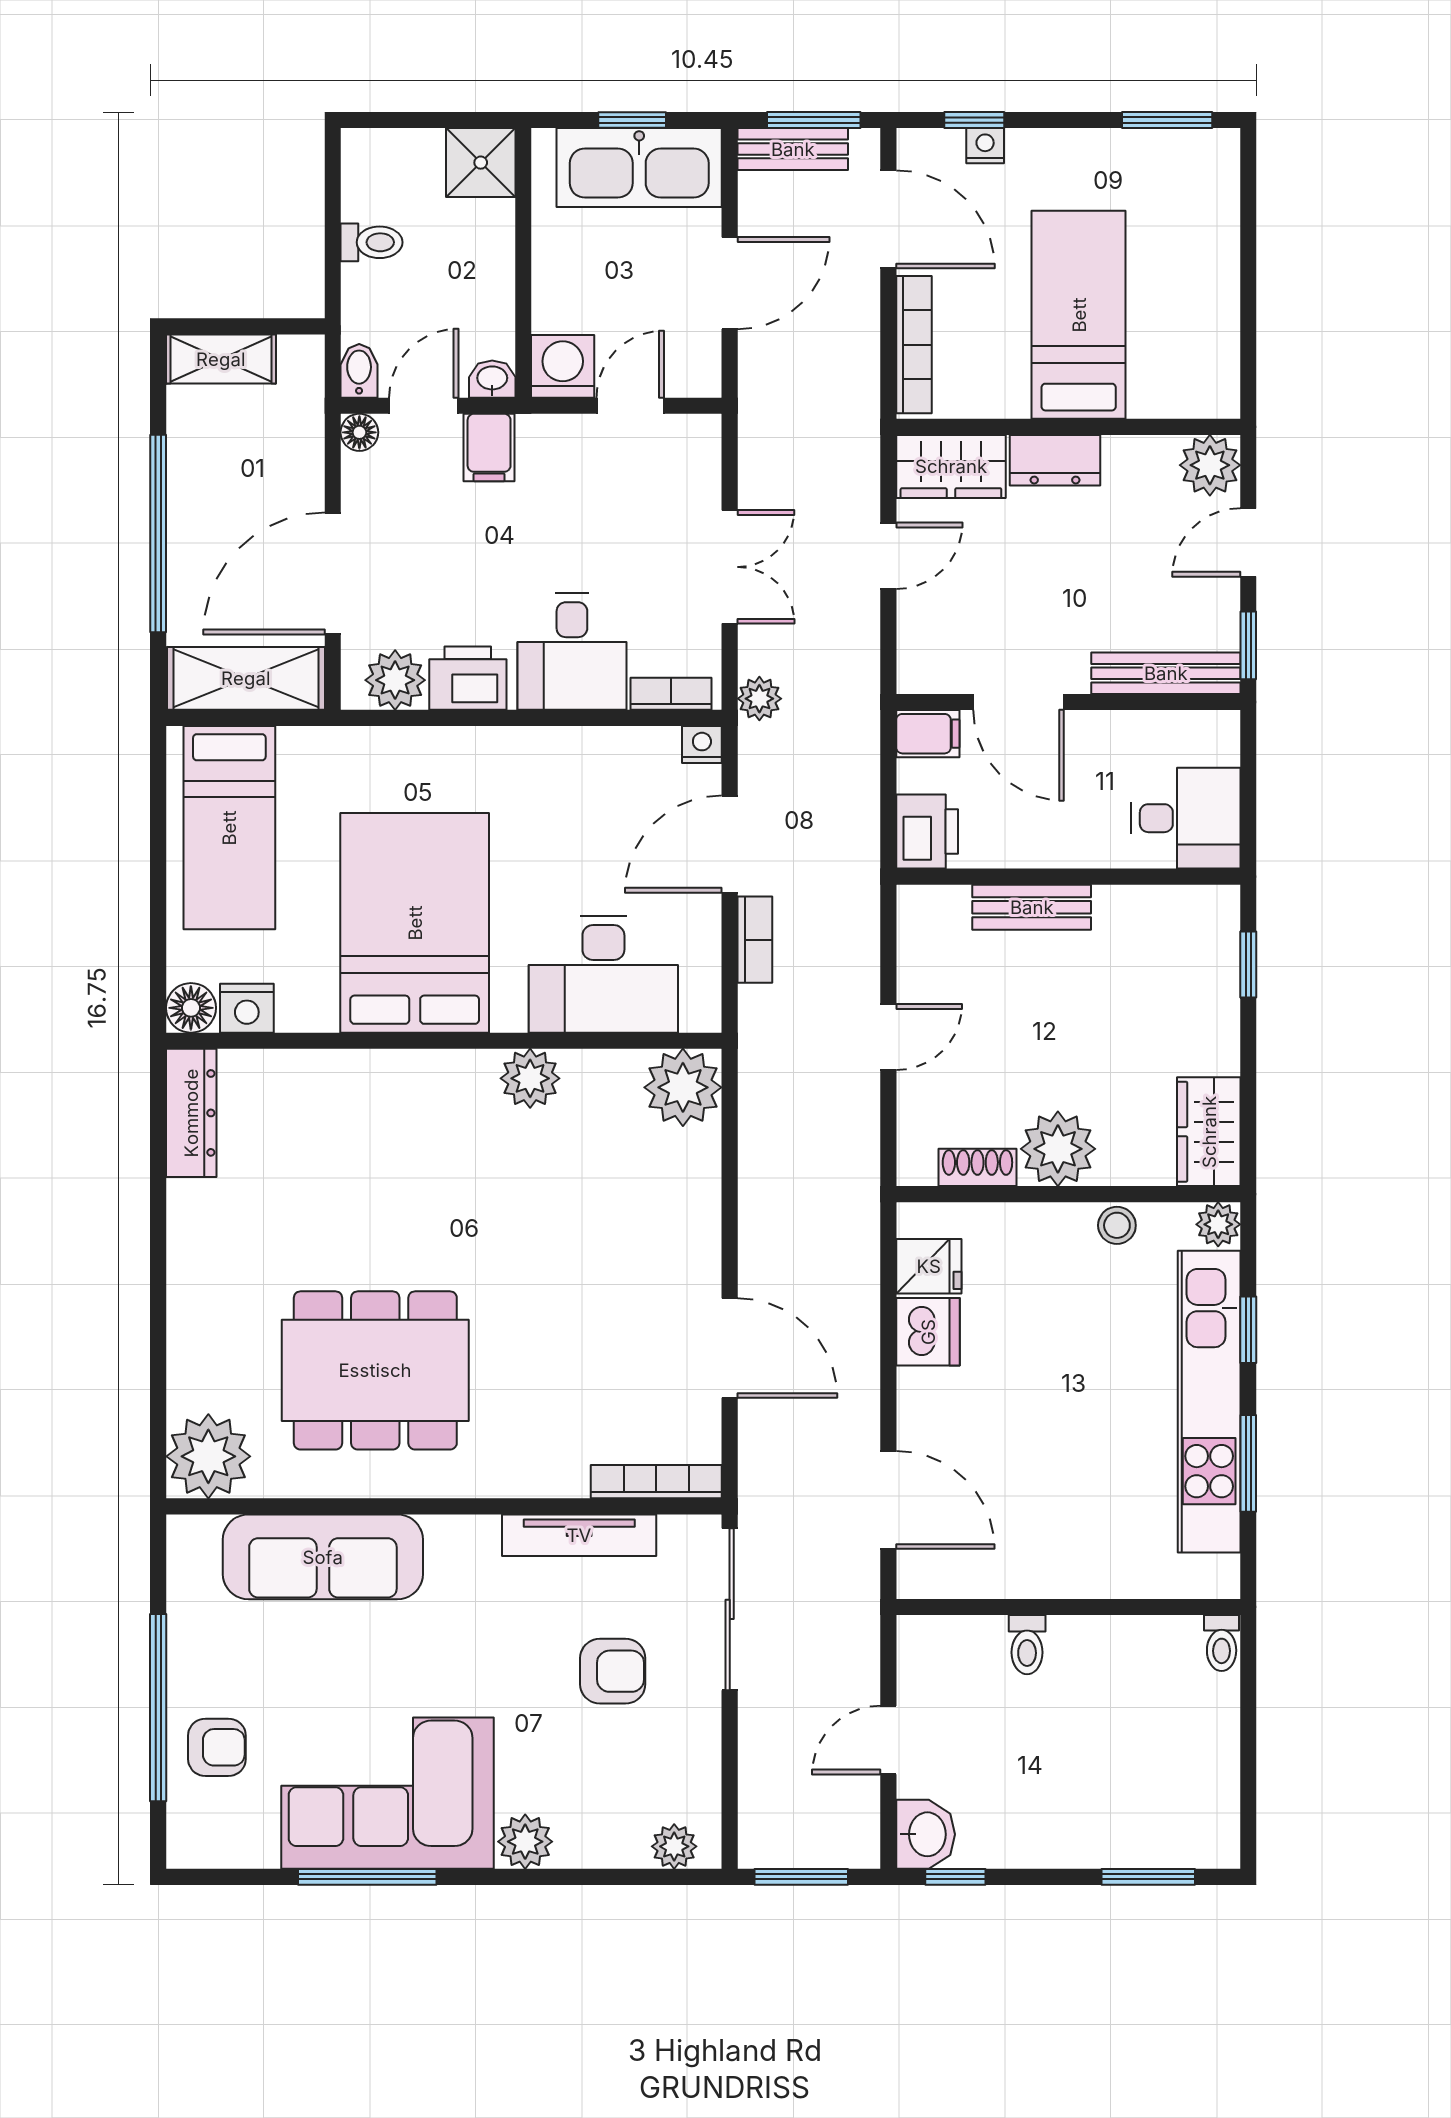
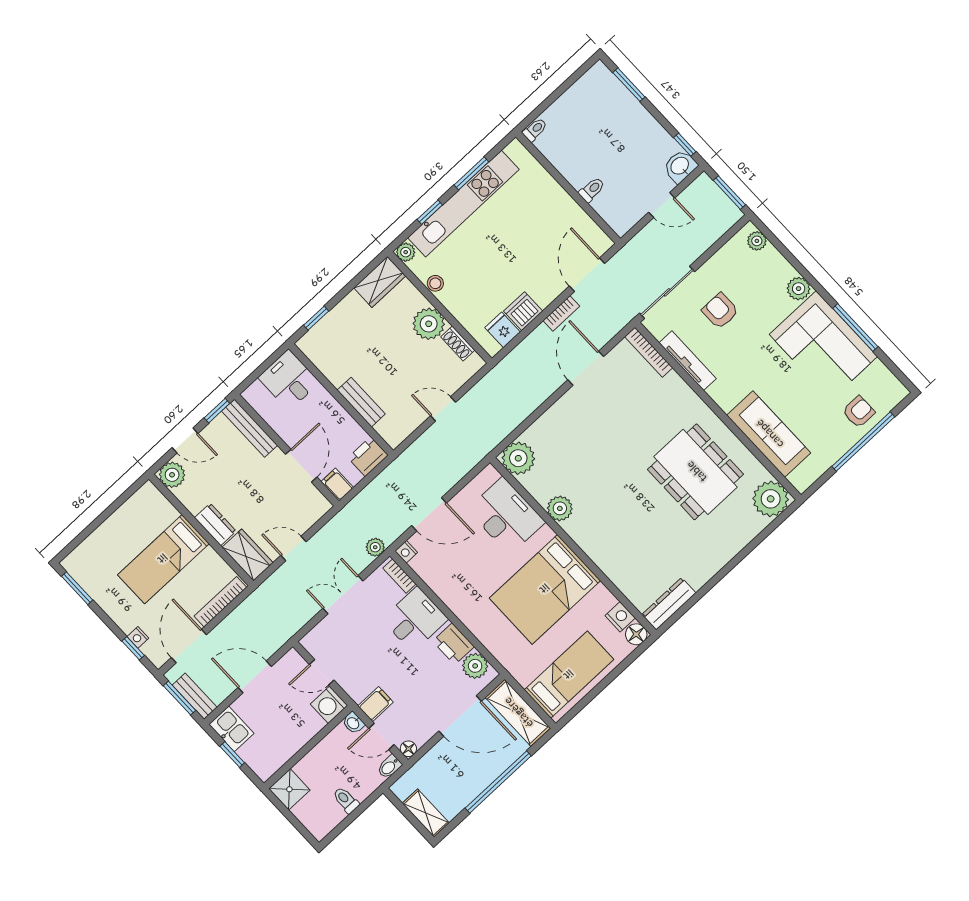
kitchen sink: (639, 168) -> (231, 729), width x0.53, depth x0.81
bookcase: (755, 940) -> (561, 313), moved, turned 180
armchair: (217, 1747) -> (859, 412), turned 90

